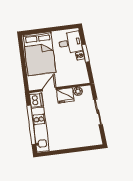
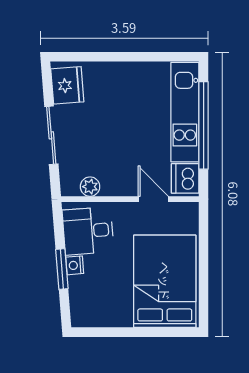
desk: (70, 43) -> (88, 231), moved
door: (49, 89) -> (153, 199), swing flipped
fridge: (65, 95) -> (67, 85), moved, turned 85

